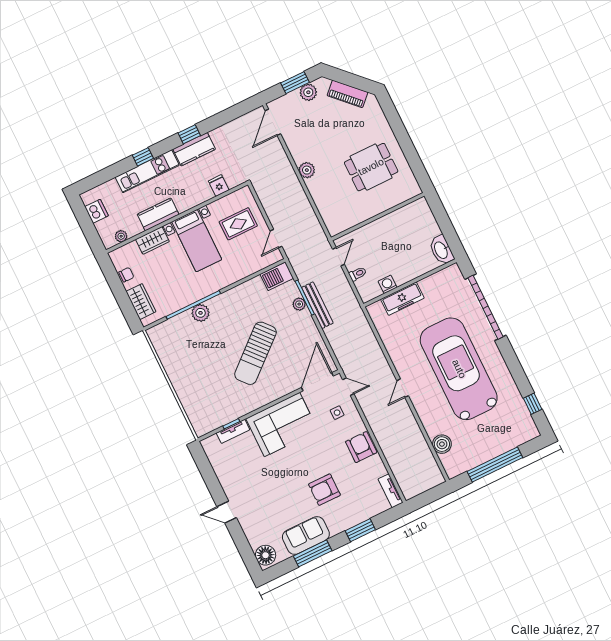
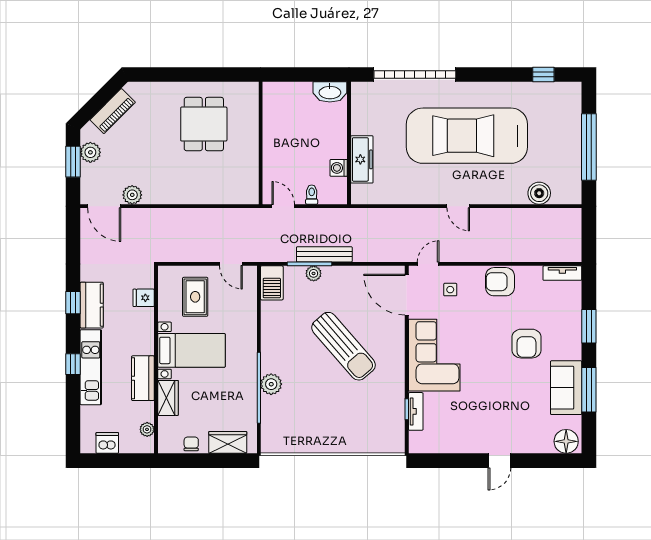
plant: (307, 170) -> (132, 195), moved

